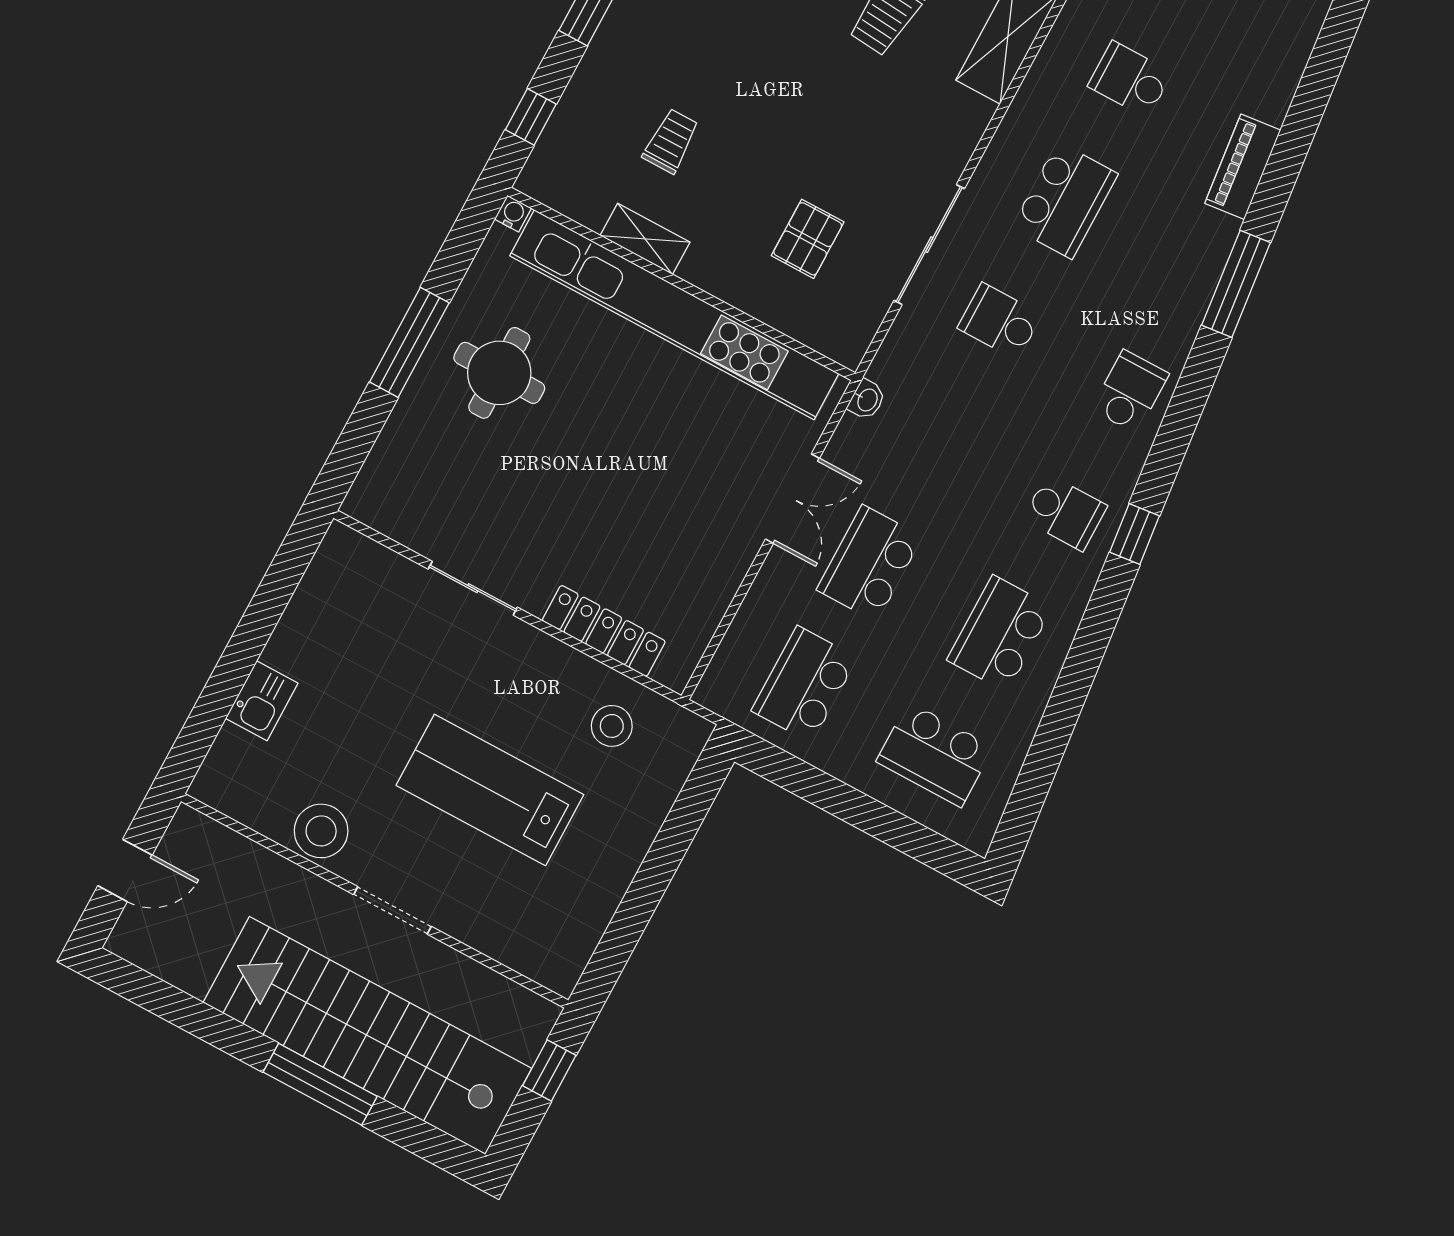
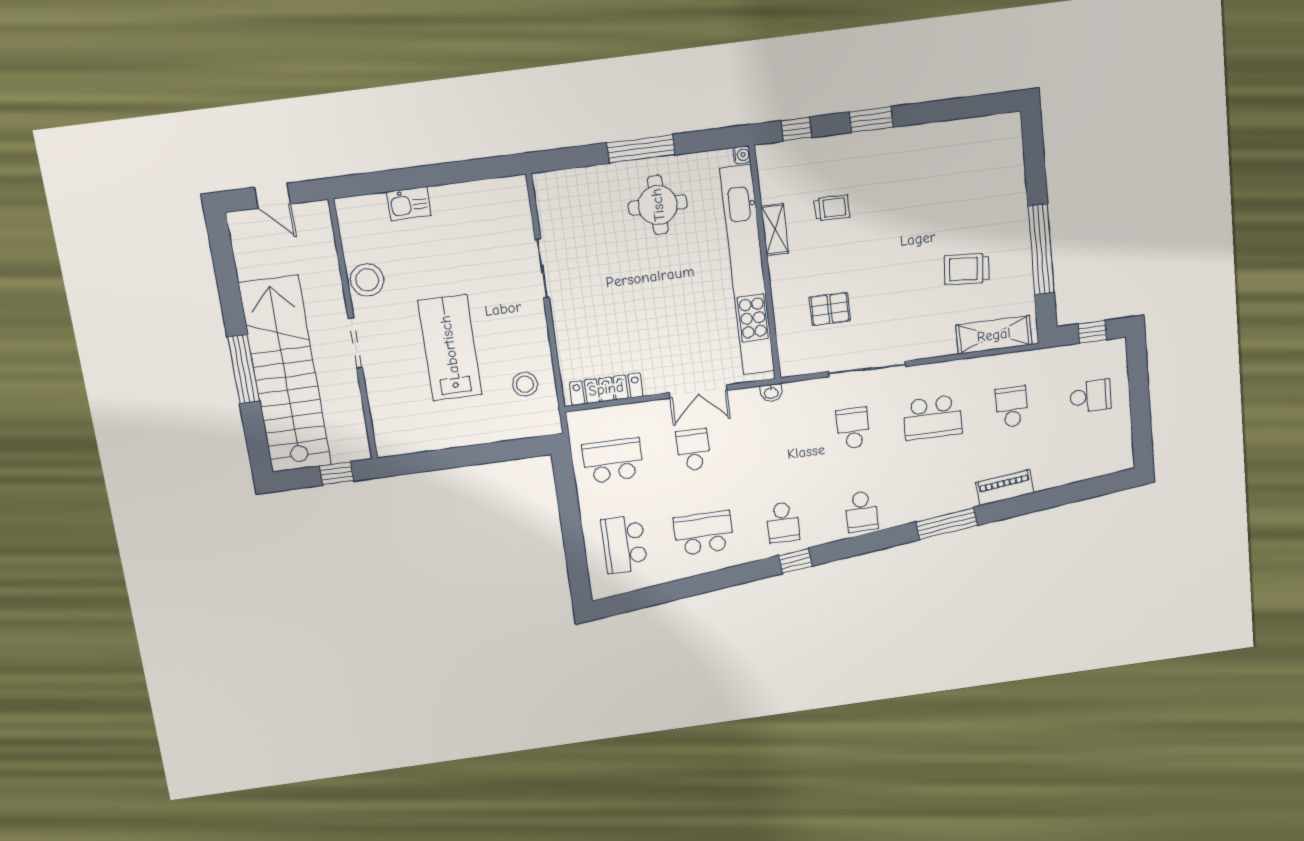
school desk: (1130, 392) -> (862, 512), turned 90
school desk: (869, 563) -> (693, 450), width x0.54
locker: (604, 631) -> (606, 389), moved, turned -90

